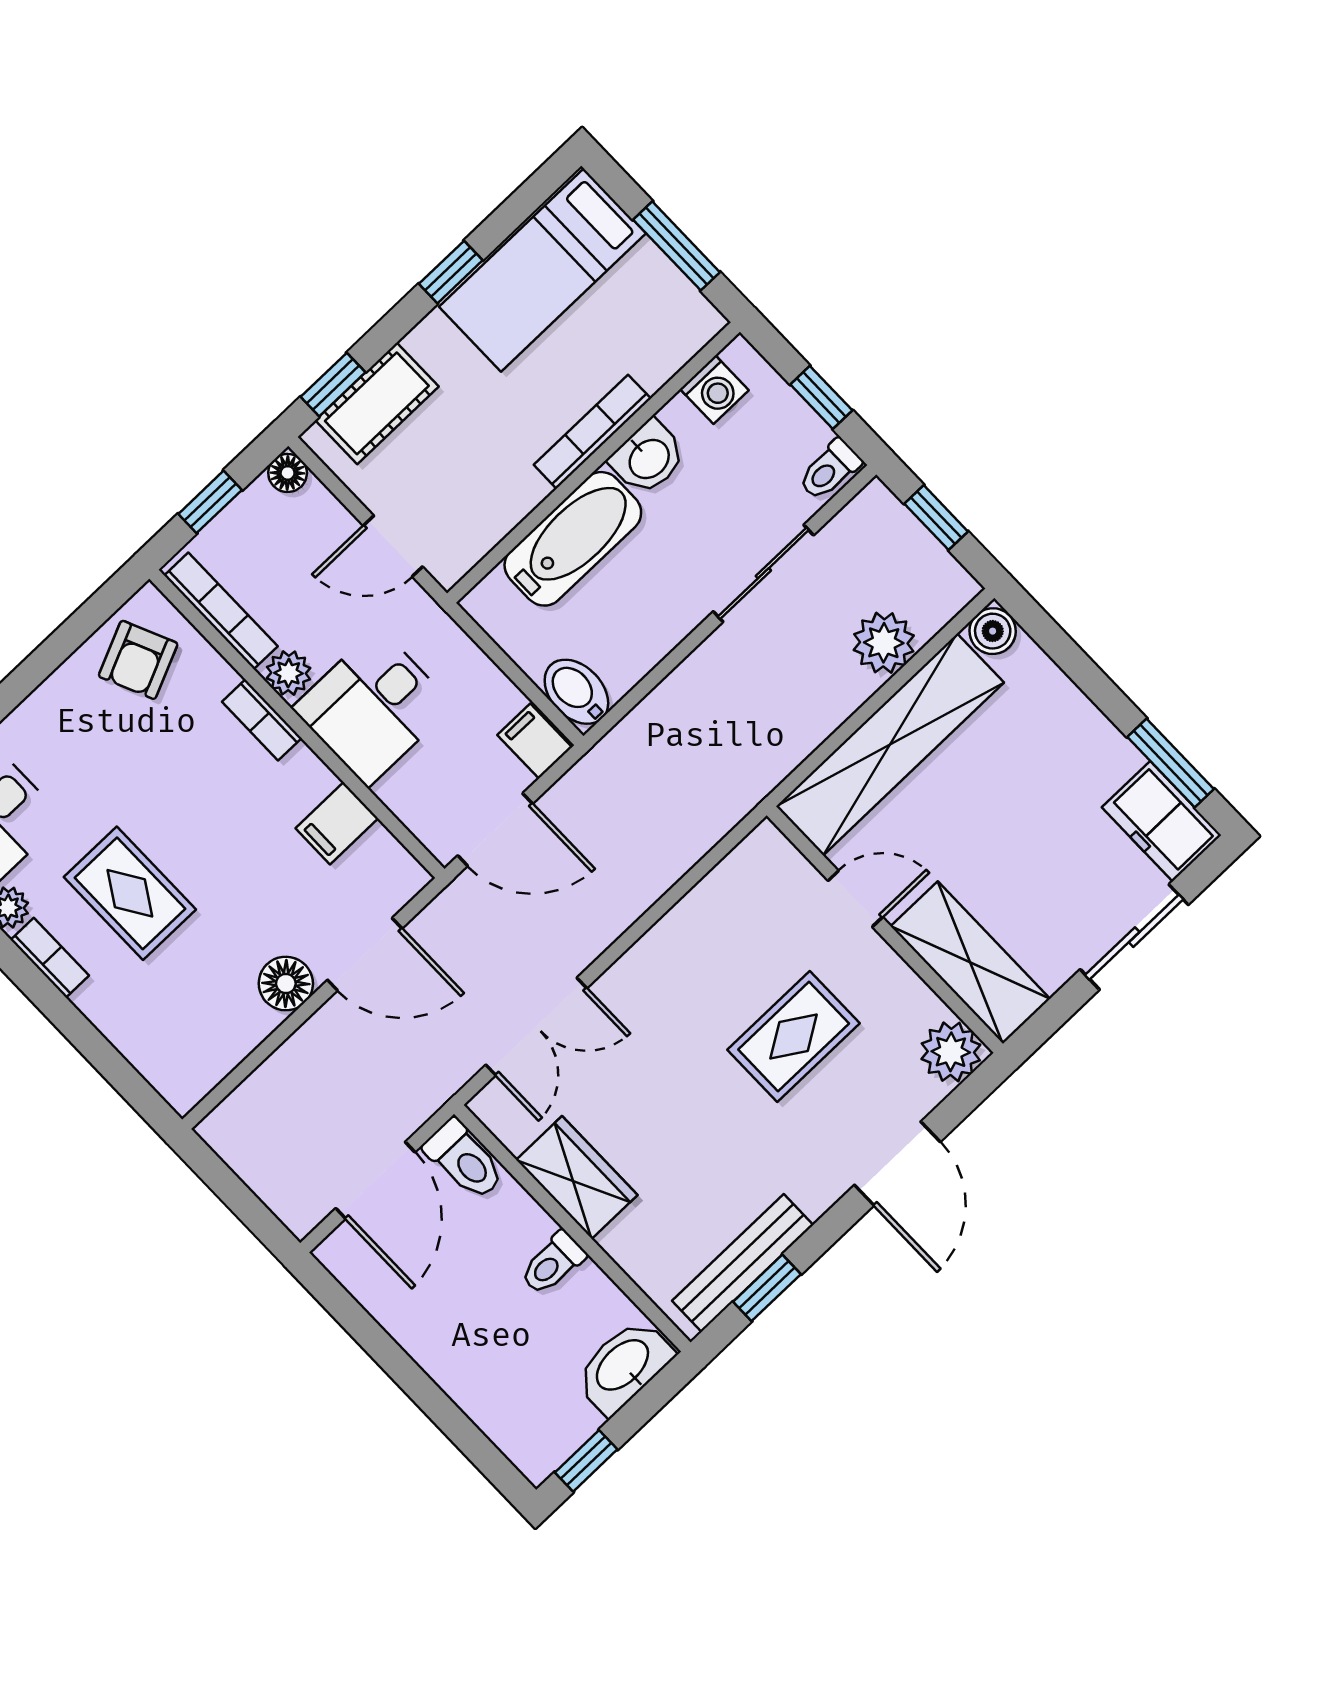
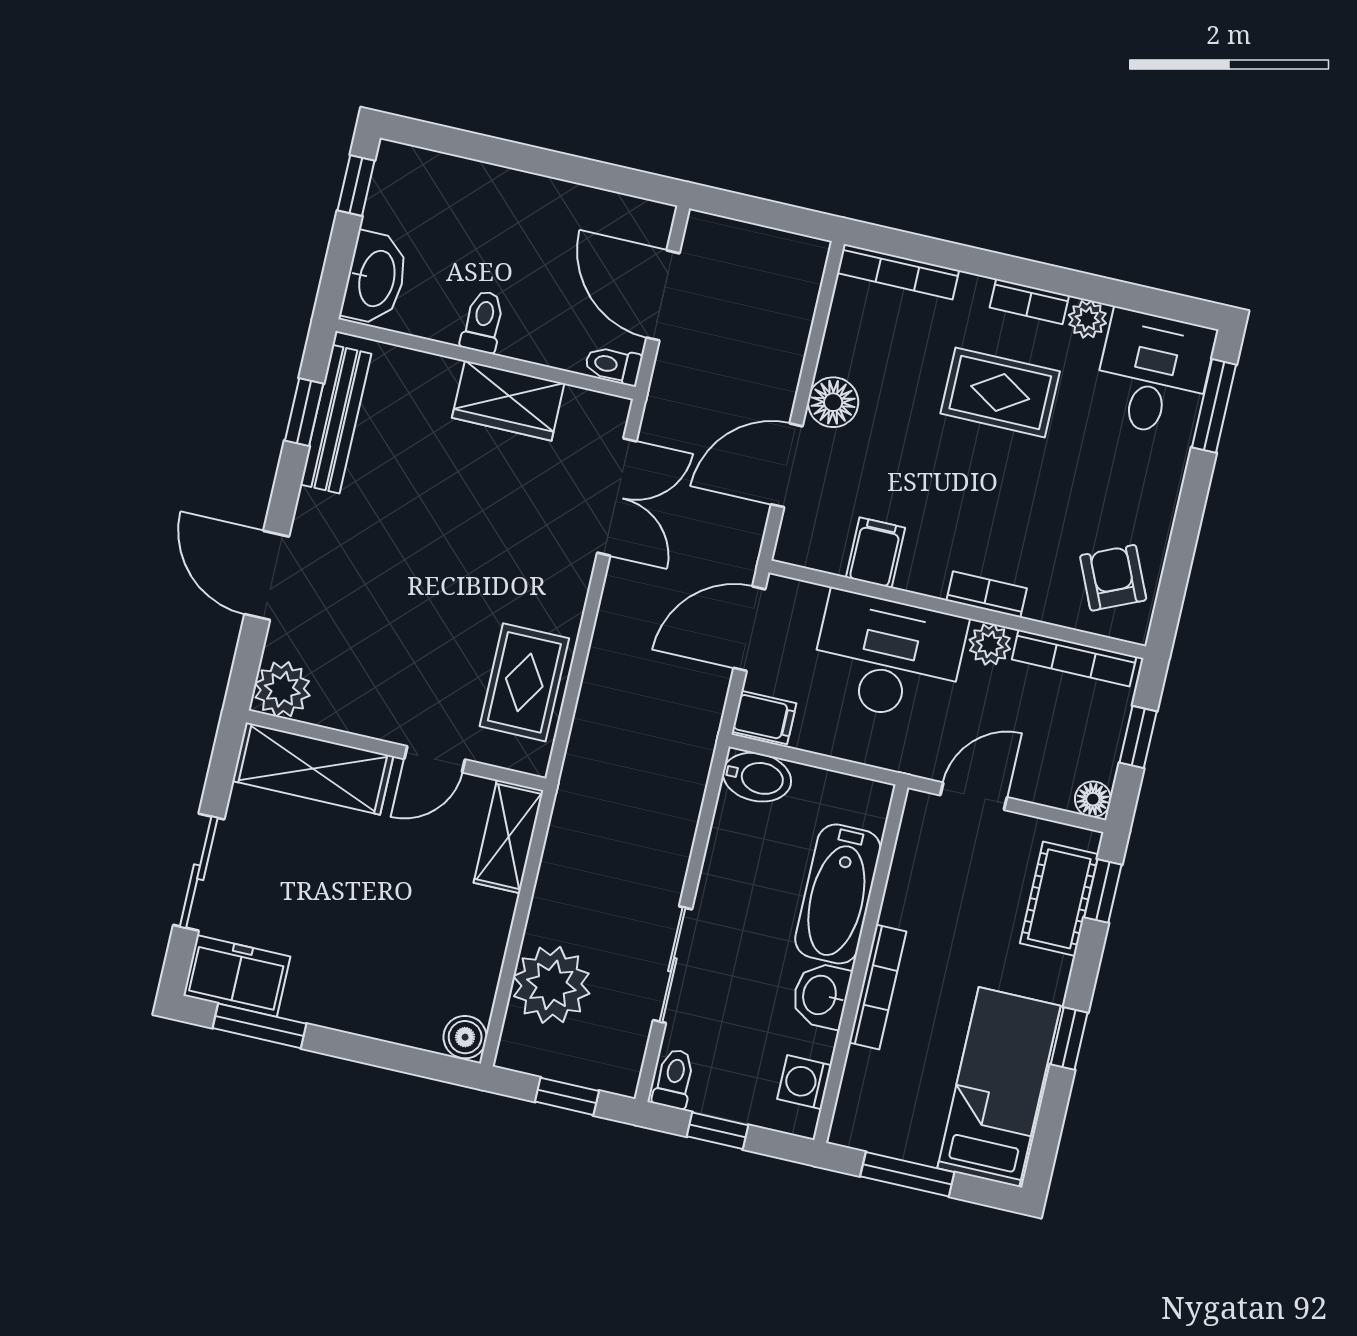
plant: (884, 643) -> (551, 985), width x1.36, depth x1.36
desk: (373, 707) -> (888, 657), width x1.37
shelving: (890, 745) -> (509, 837), width x0.45, depth x0.75
double door: (536, 1026) -> (617, 497), swing flipped
rug: (794, 1036) -> (524, 682), moved
bookcase: (150, 1062) -> (898, 272), added
toilet: (464, 1160) -> (613, 365), width x0.73, depth x0.72

